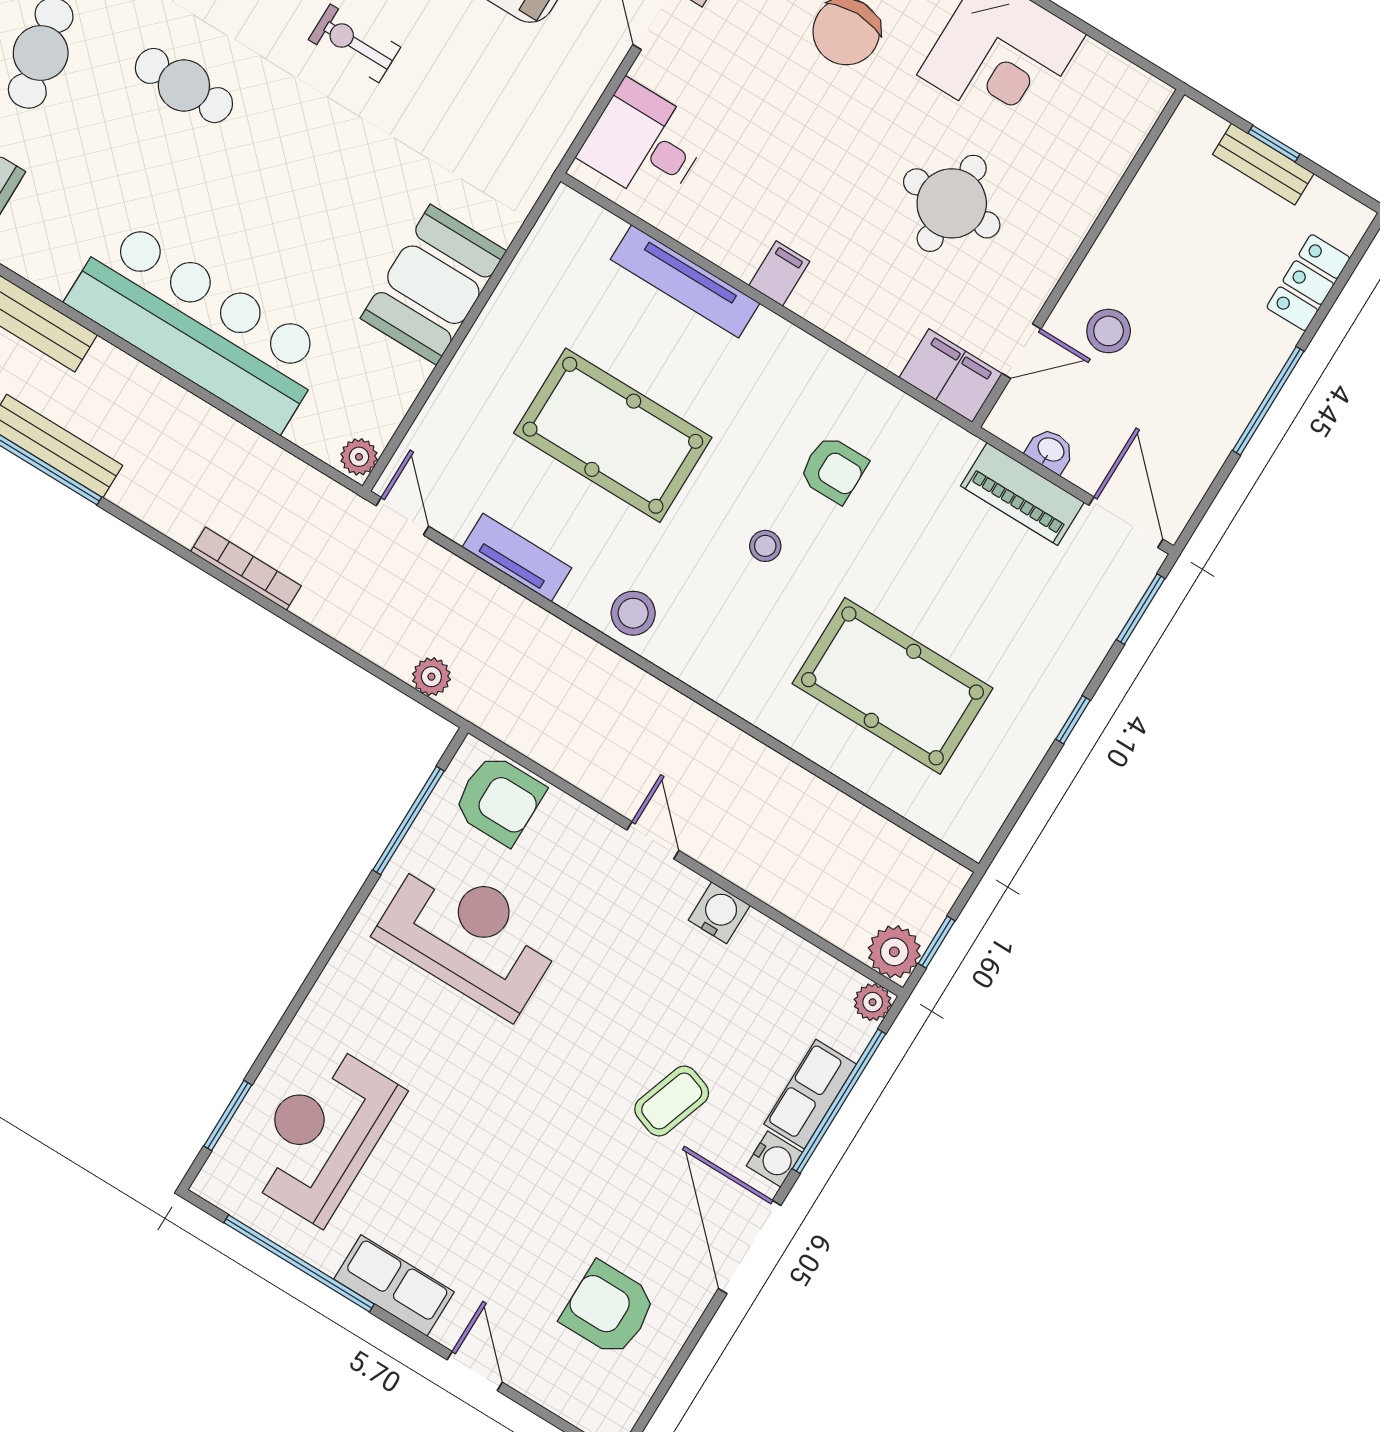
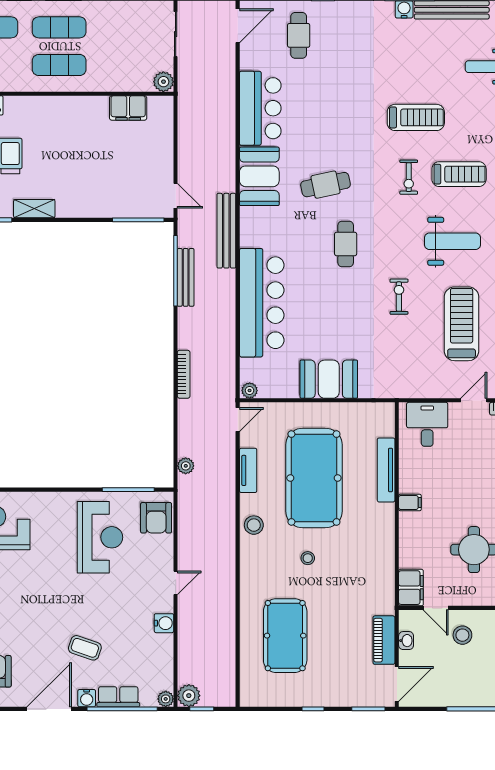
pool table: (613, 435) -> (314, 478), width x1.36, depth x1.32
armchair: (834, 470) -> (351, 566), removed

